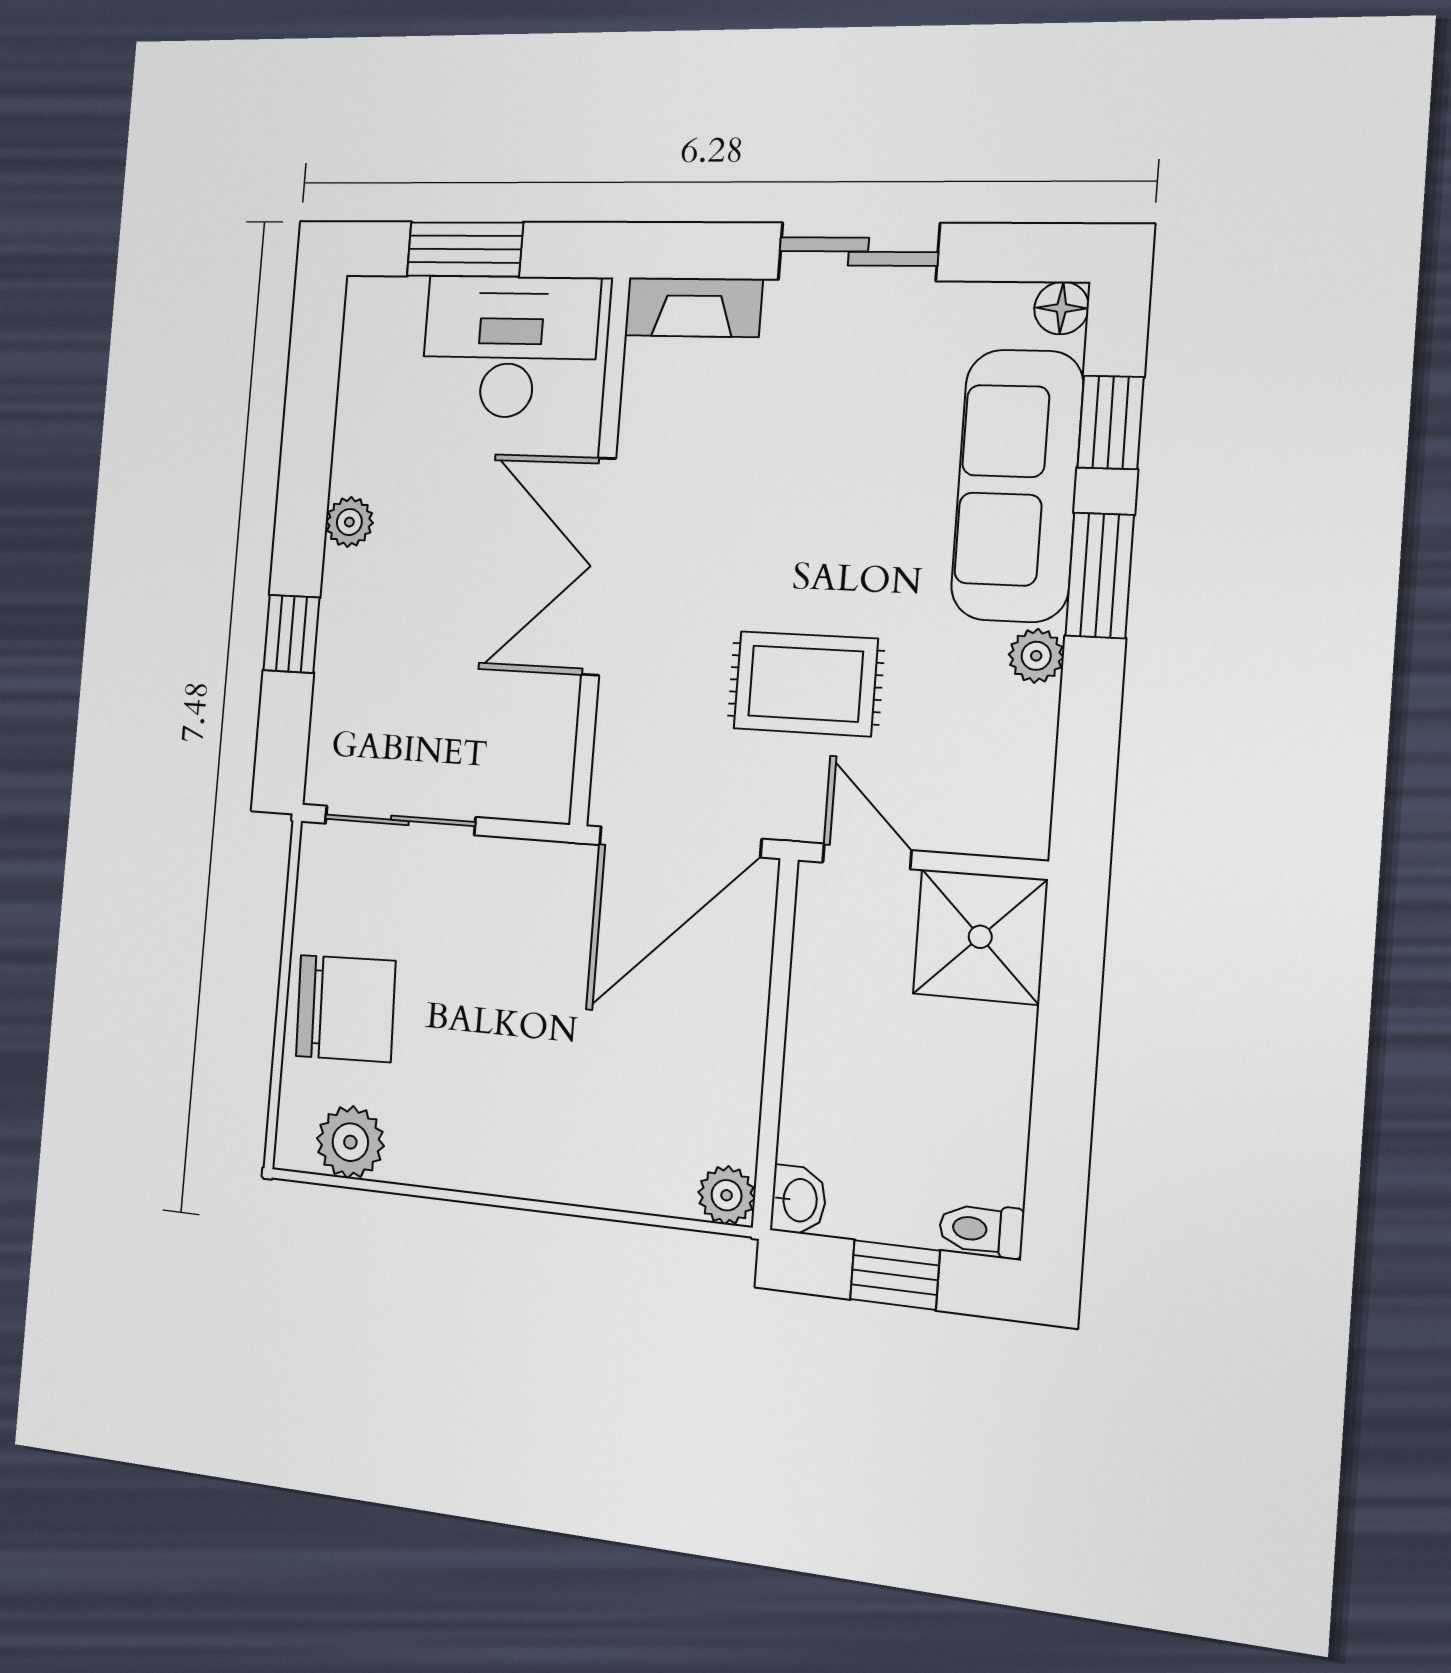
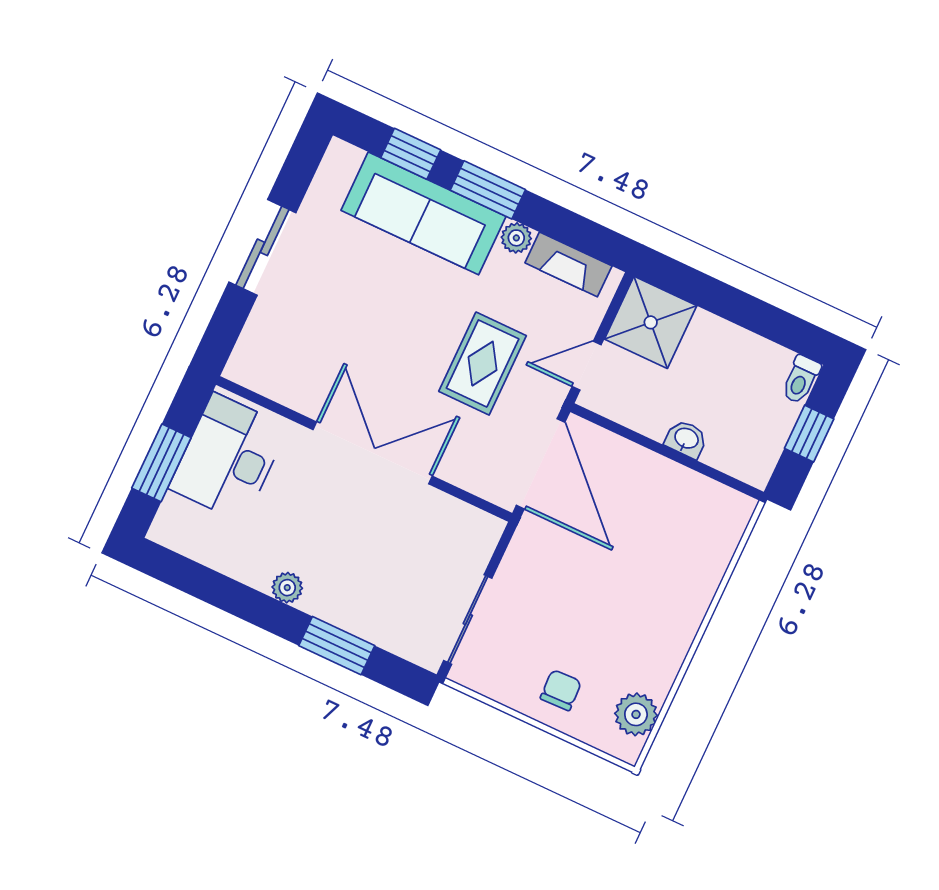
fireplace: (693, 307) -> (568, 264), moved, turned 90
floor lamp: (1062, 308) -> (340, 155), removed
double door: (599, 566) -> (373, 453), swing flipped
window: (292, 634) -> (337, 646), width x1.50
chair: (346, 1009) -> (561, 690), width x0.54, depth x0.54
plant: (727, 1195) -> (738, 509), removed
washbasin: (799, 1200) -> (686, 439), moved

